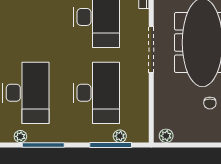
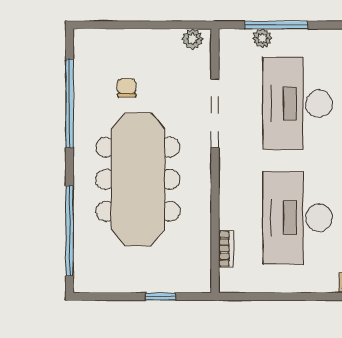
doorway: (151, 50) -> (215, 113), moved

